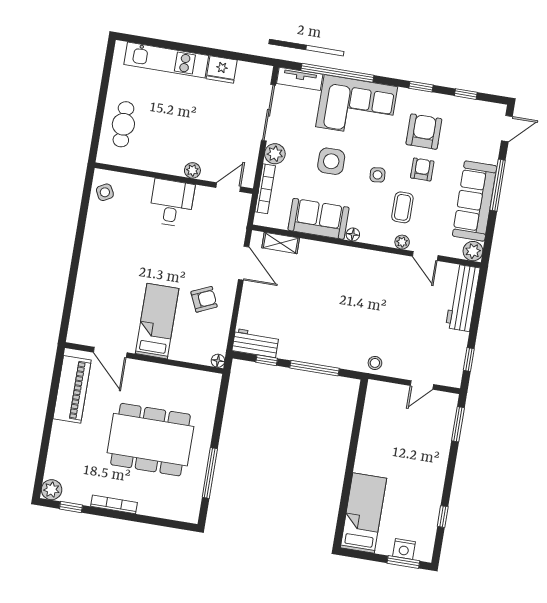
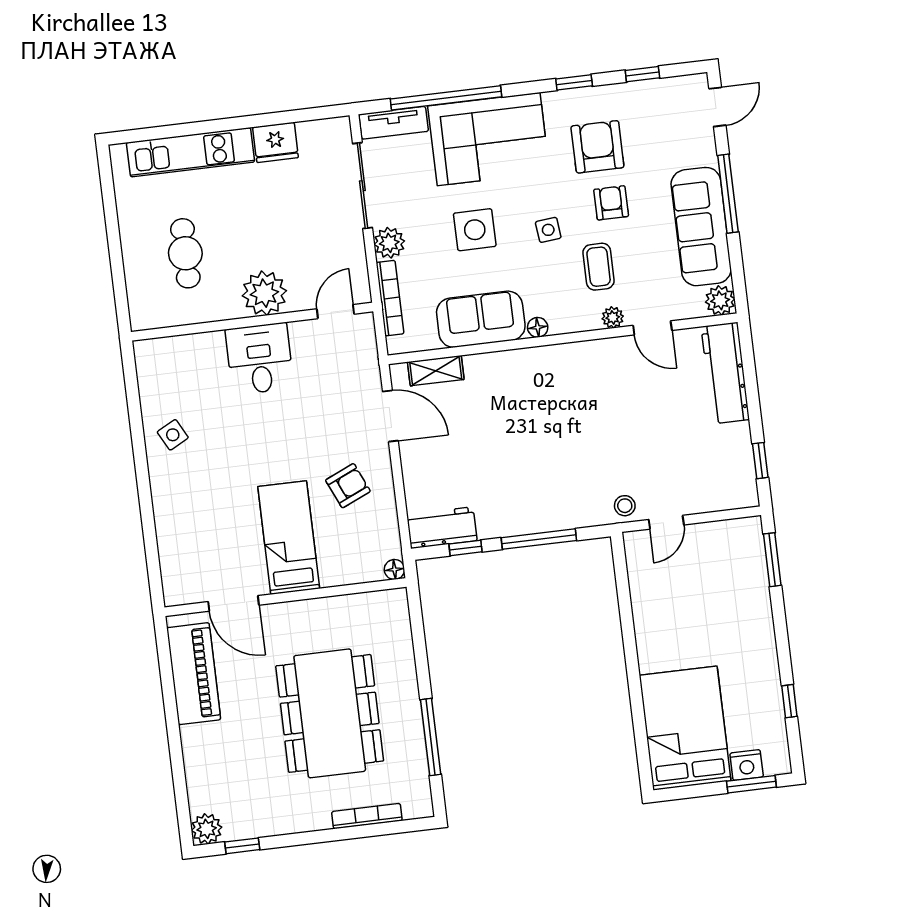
cafe table: (123, 124) -> (185, 253), moved
plant: (192, 170) -> (264, 293), width x1.88, depth x1.88
side table: (105, 192) -> (173, 435), moved
door: (422, 385) -> (666, 522), moved
dining table: (150, 440) -> (330, 713), turned 90
bookcase: (114, 504) -> (367, 816), moved
bed: (364, 513) -> (685, 728), width x1.50

